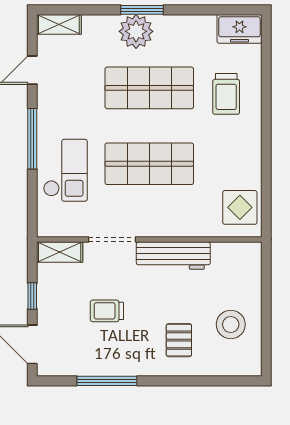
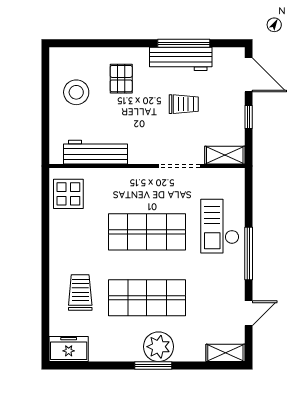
workbench: (173, 256) -> (96, 152), moved
workbench: (110, 363) -> (181, 59), added

